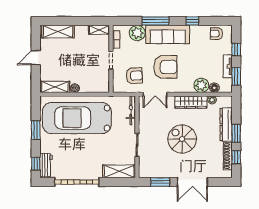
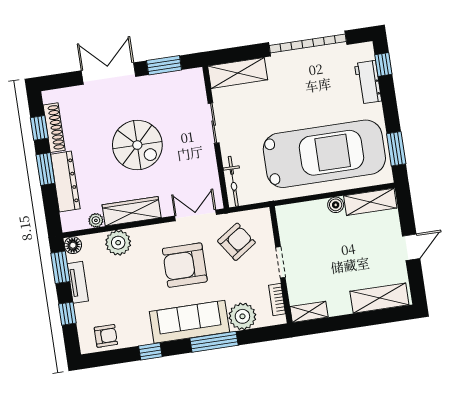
armchair: (134, 76) -> (236, 242), turned 149
floor lamp: (214, 88) -> (73, 245), moved
window: (36, 130) -> (396, 149), moved
workbench: (46, 165) -> (368, 82), moved

